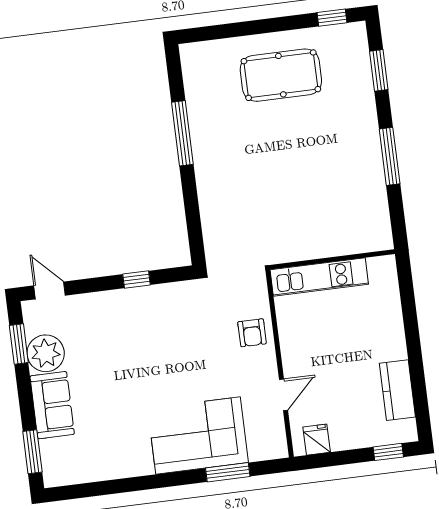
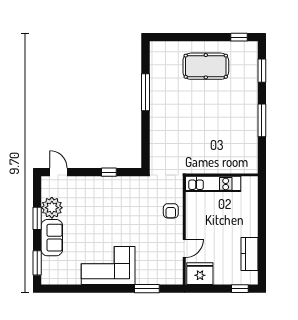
window: (19, 344) -> (37, 218), moved
corner sofa: (198, 435) -> (108, 265), moved
fridge: (317, 440) -> (200, 274), width x1.88, depth x1.34

